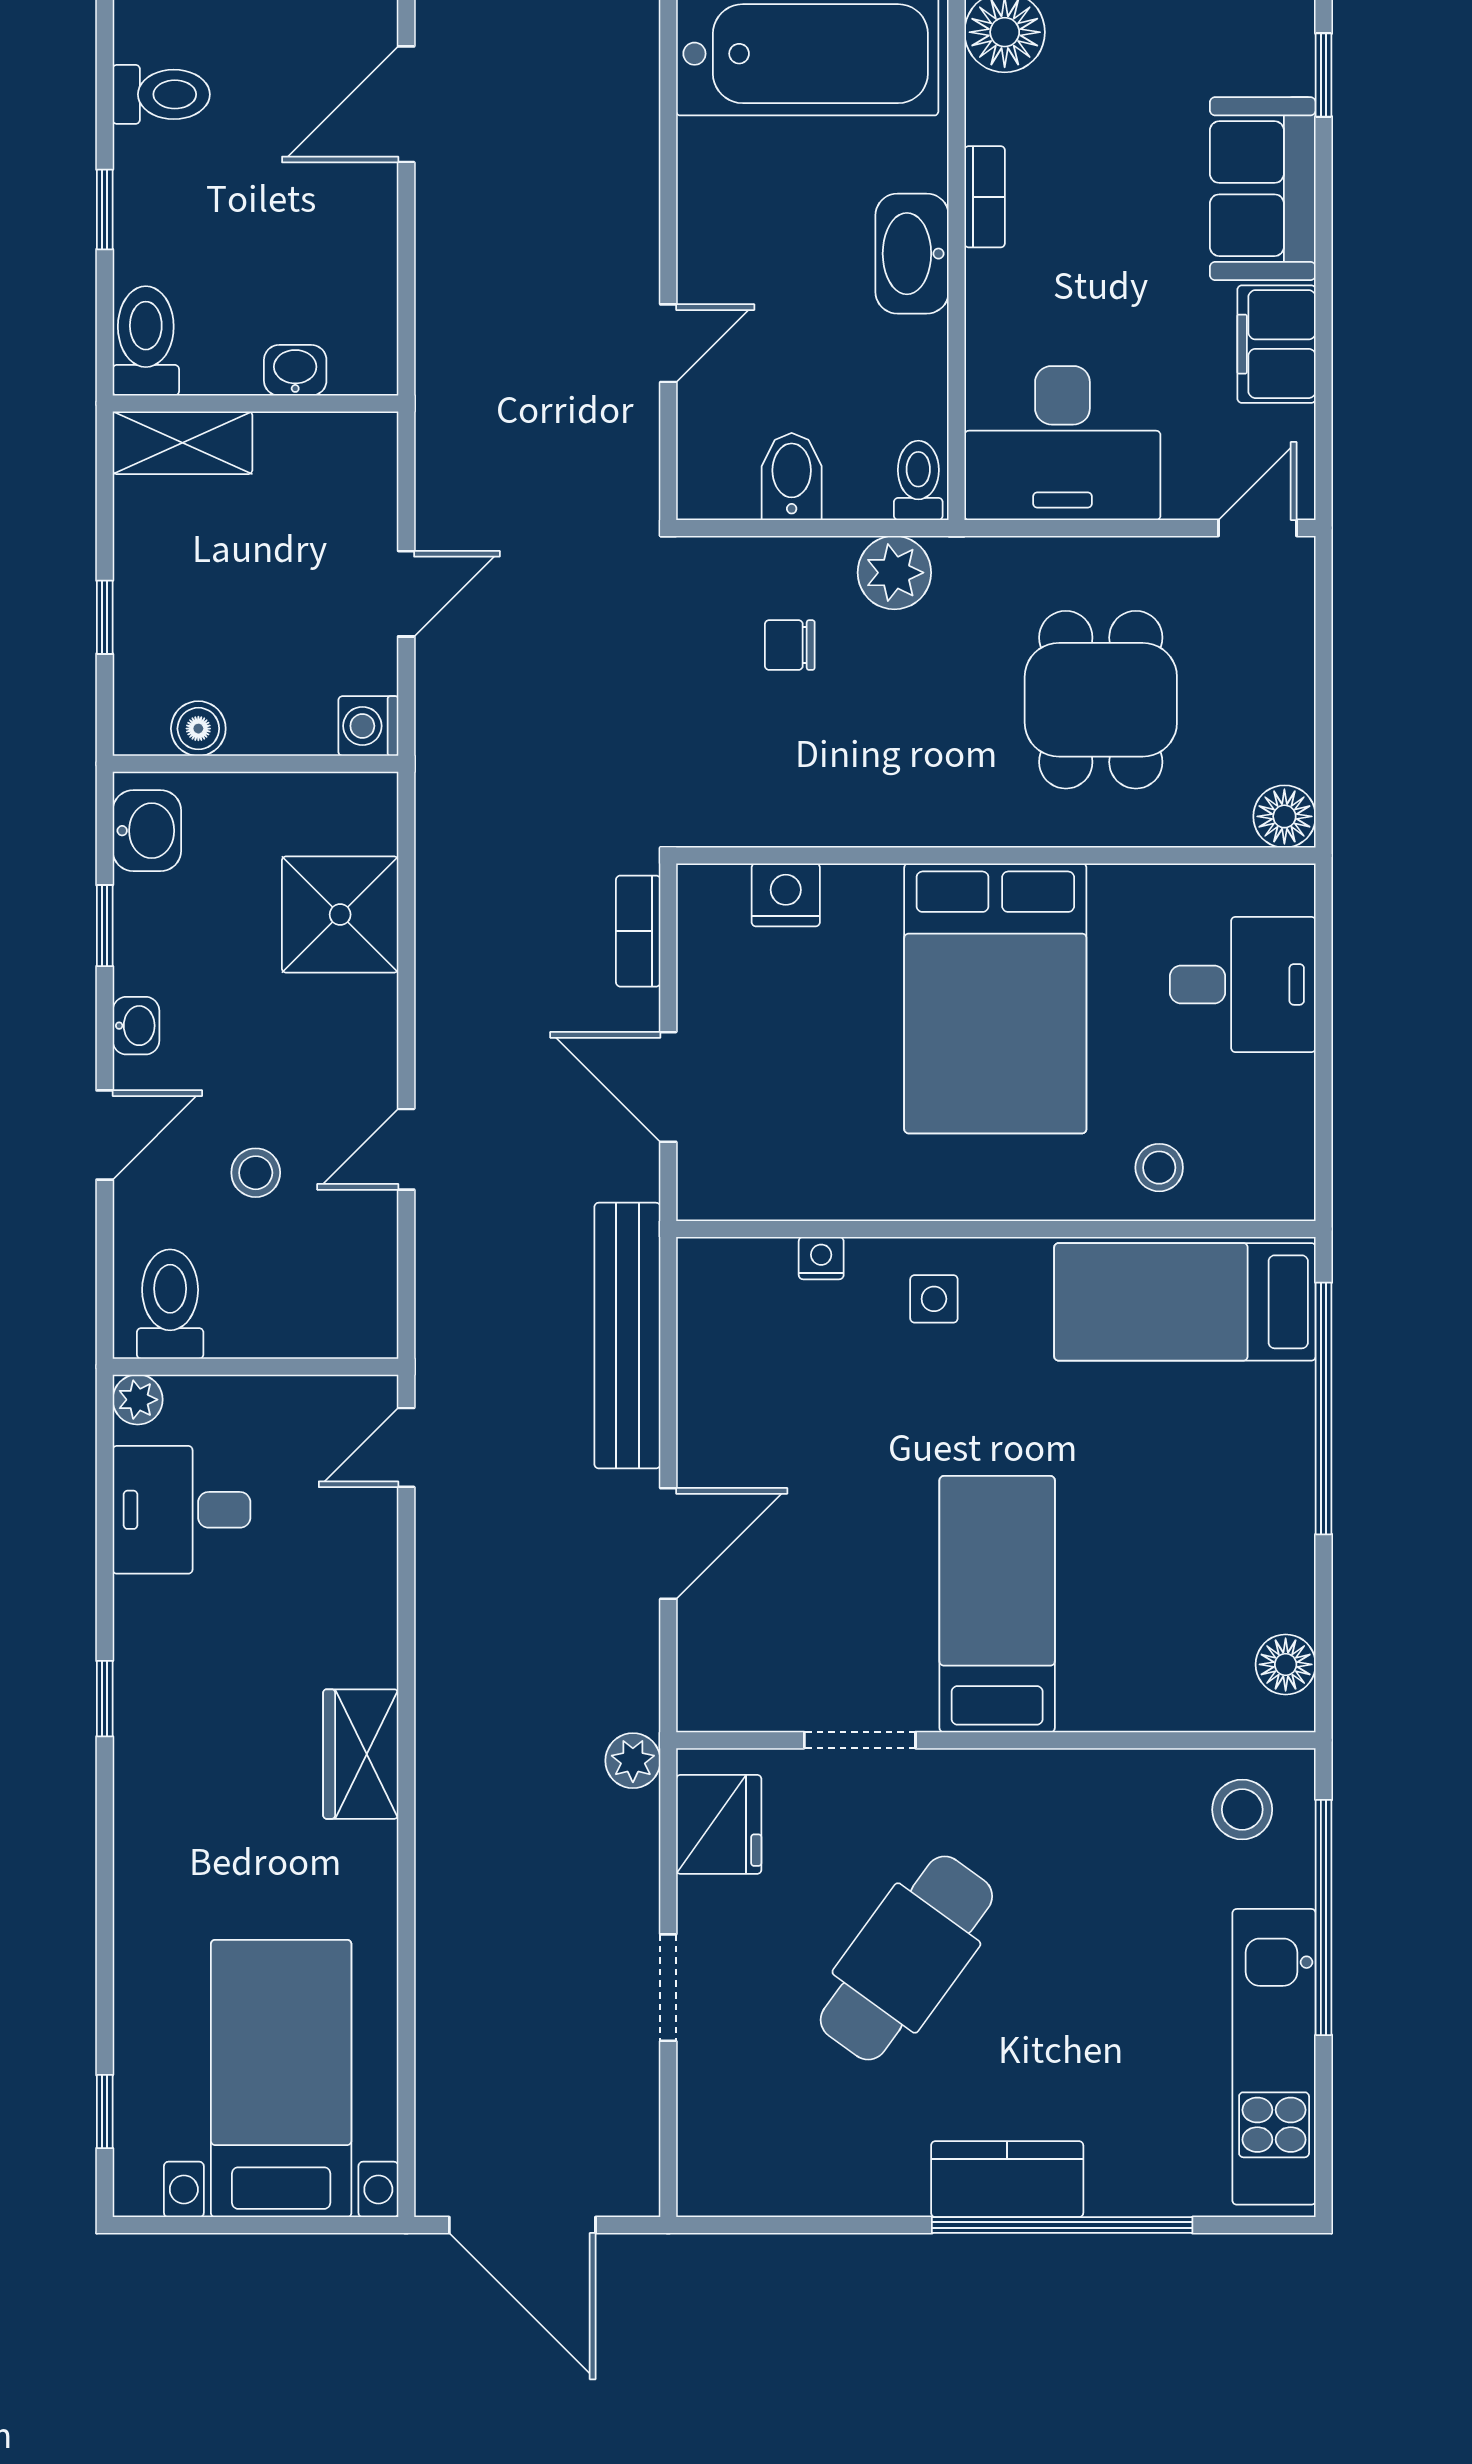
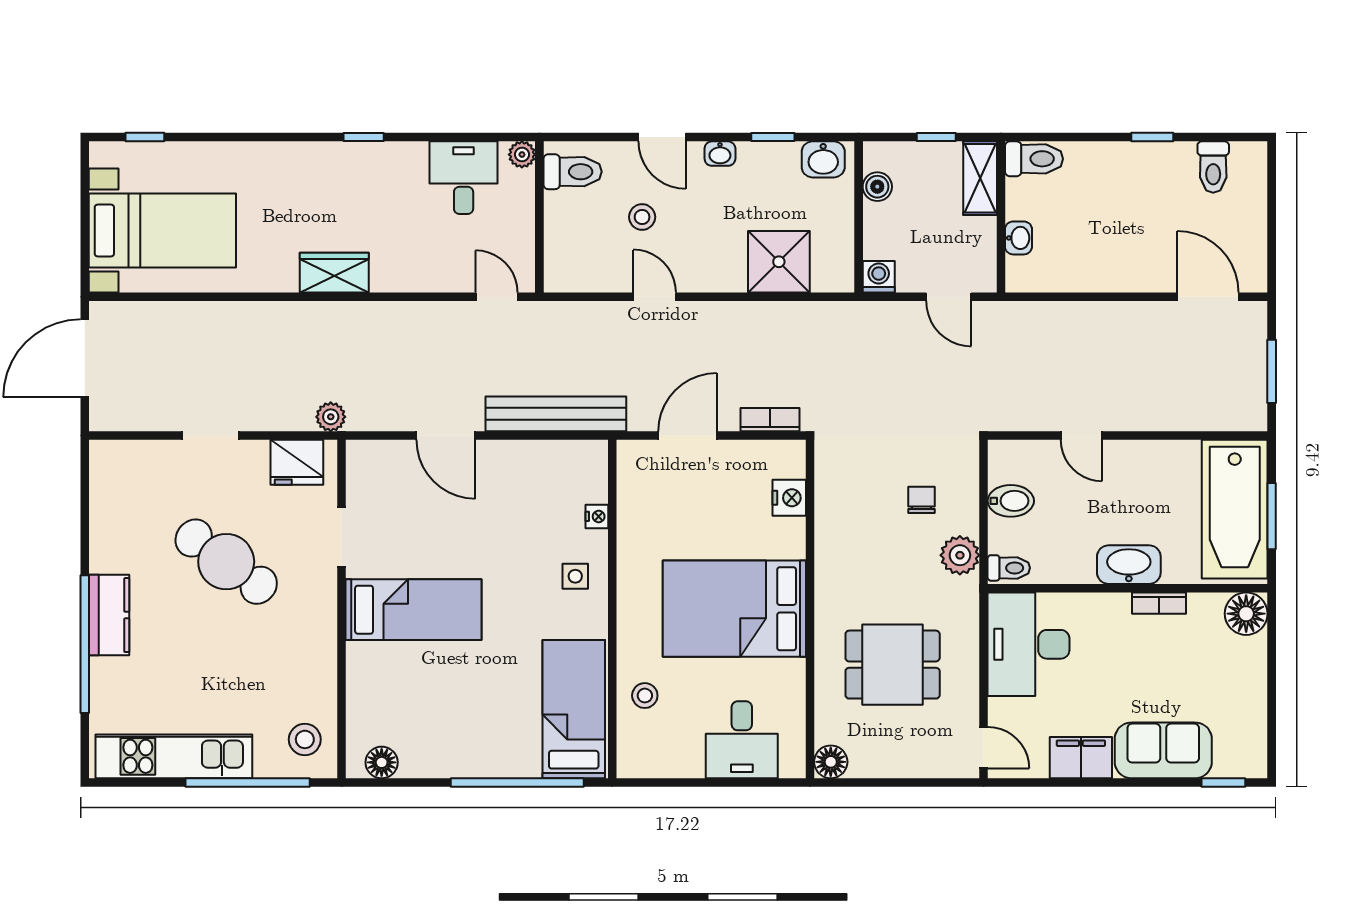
toilet: (146, 341) -> (1034, 159), moved
washbasin: (295, 370) -> (1018, 238), moved
wall: (255, 403) -> (1001, 217), moved
shelving: (182, 443) -> (980, 178), moved

